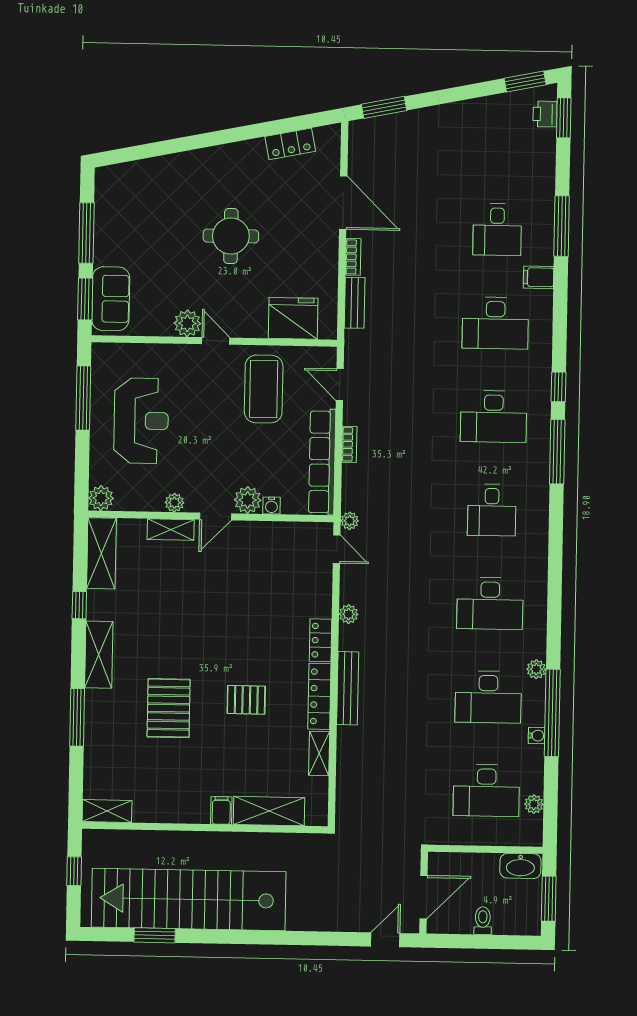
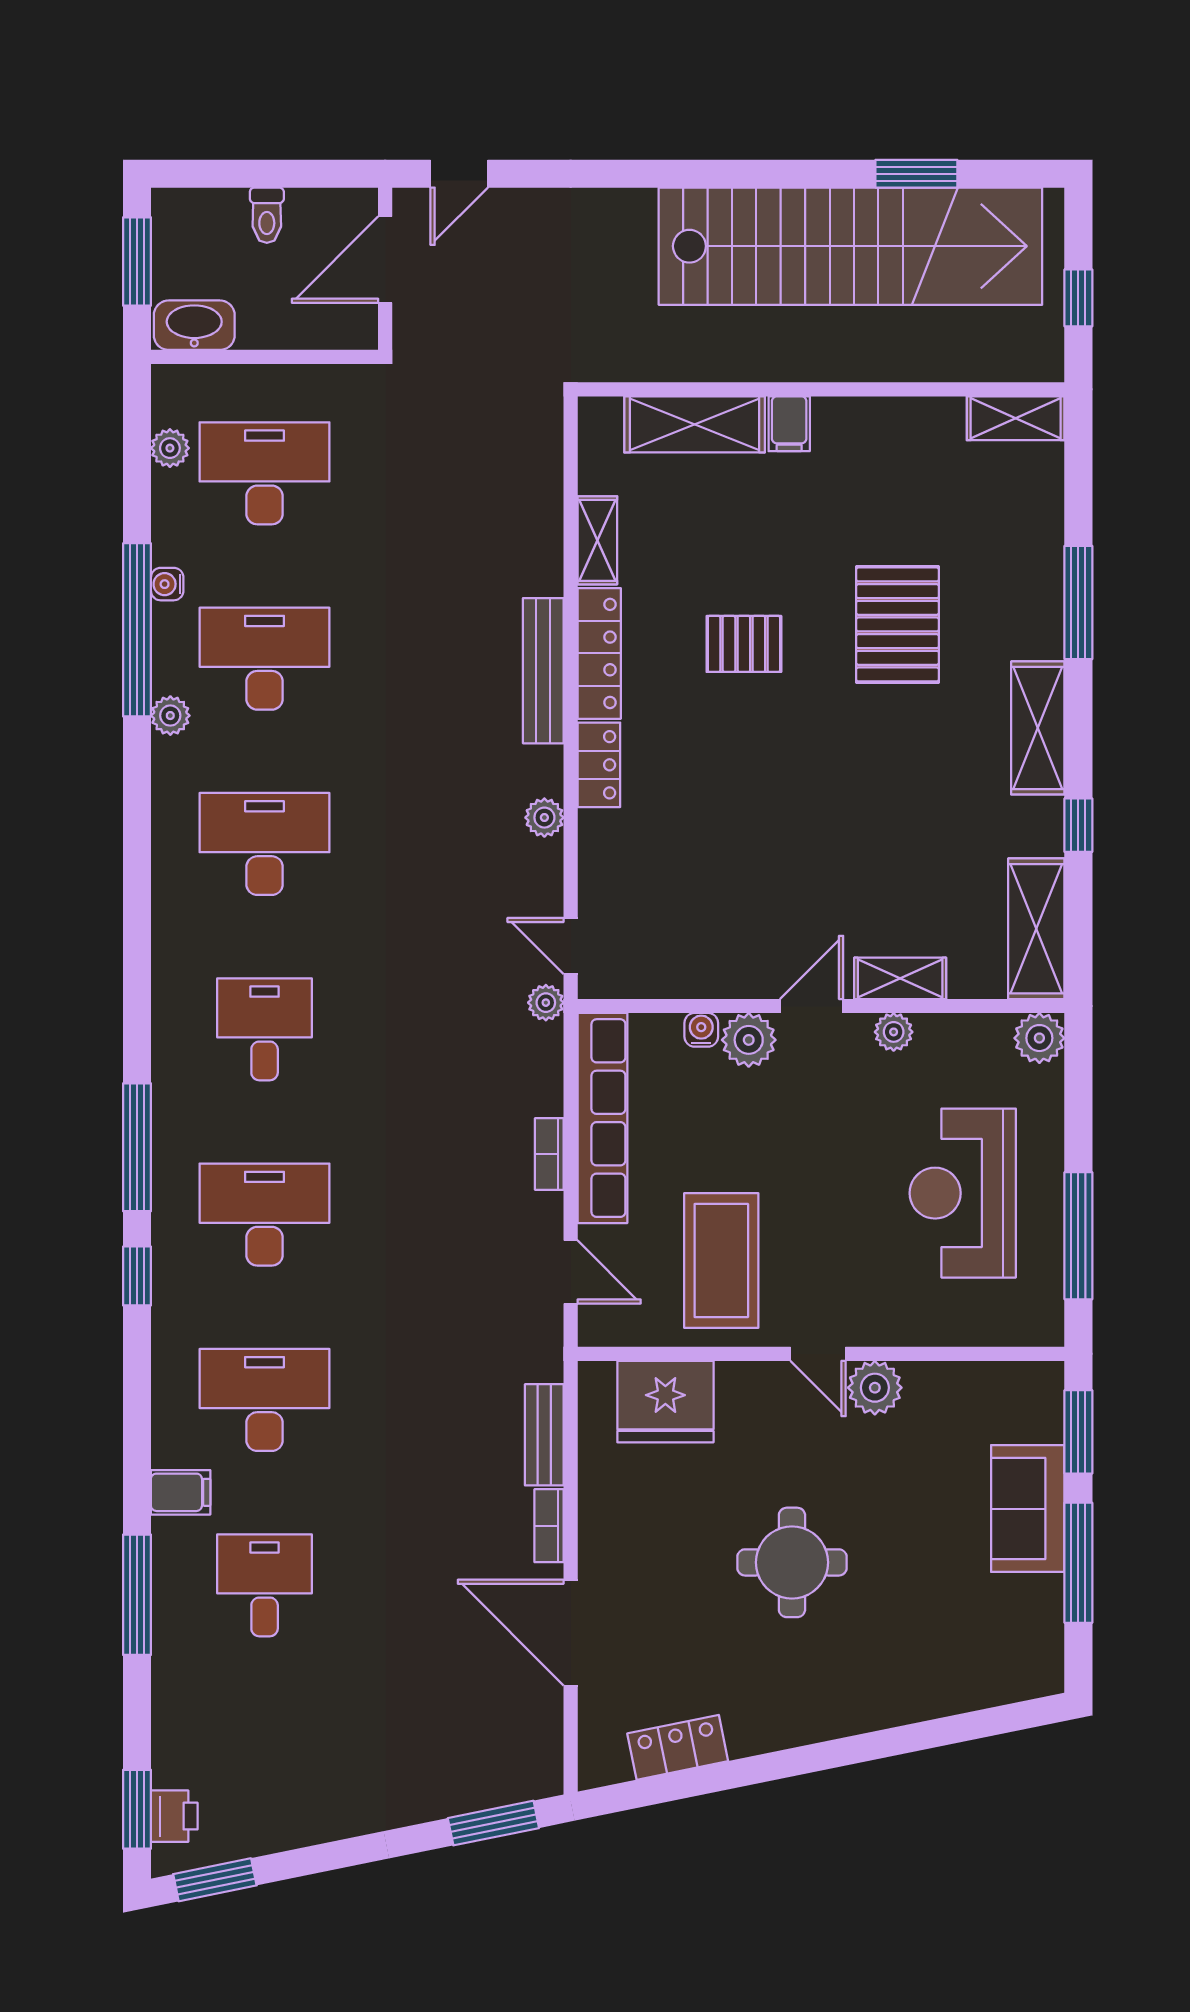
sofa: (111, 299) -> (1028, 1509), moved

